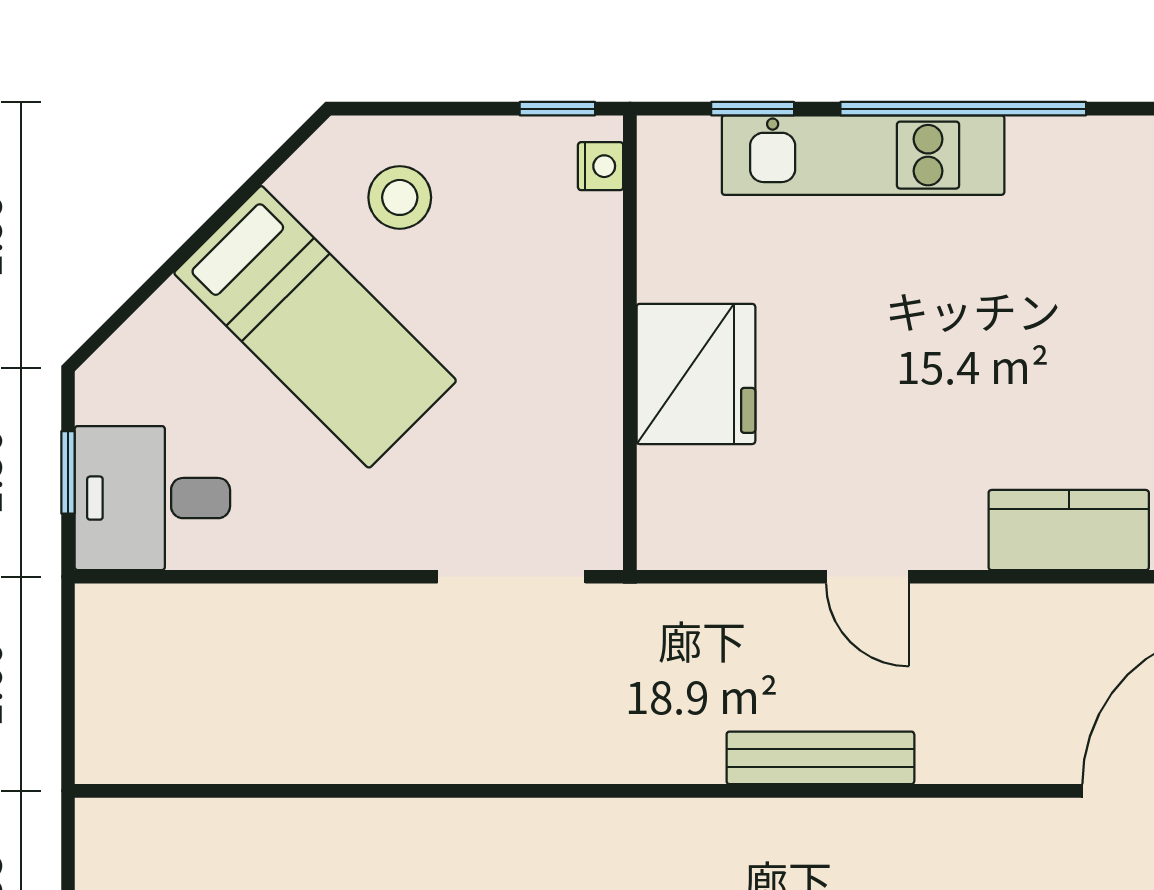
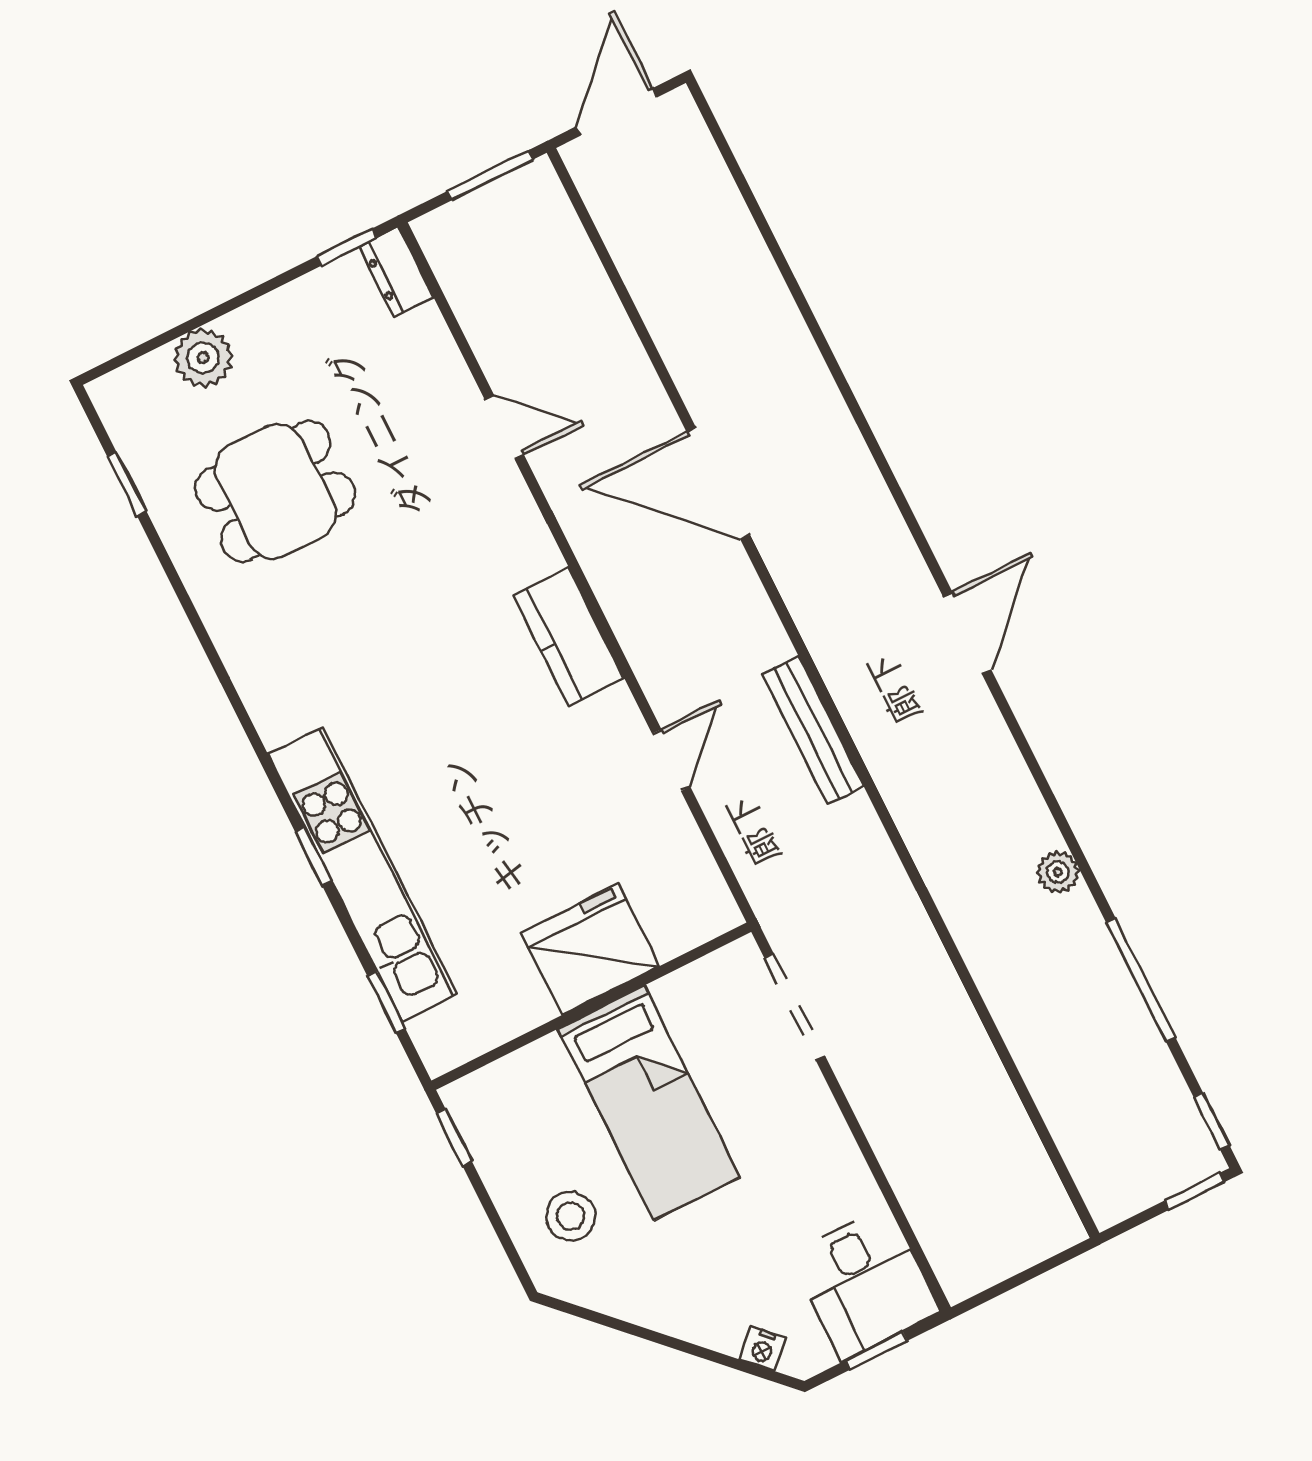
window: (963, 109) -> (313, 856), width x0.32
kitchen unit: (863, 155) -> (362, 874), width x1.36
nightstand: (601, 166) -> (763, 1349), moved, turned -135
bed: (315, 327) -> (649, 1103), moved, turned 135

